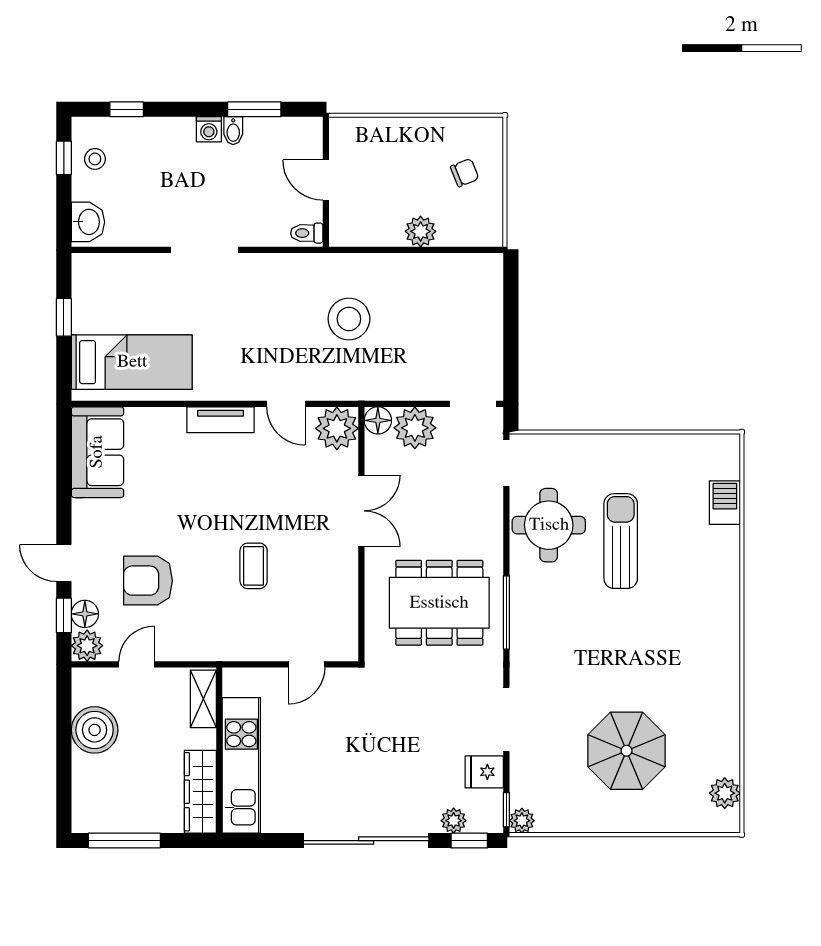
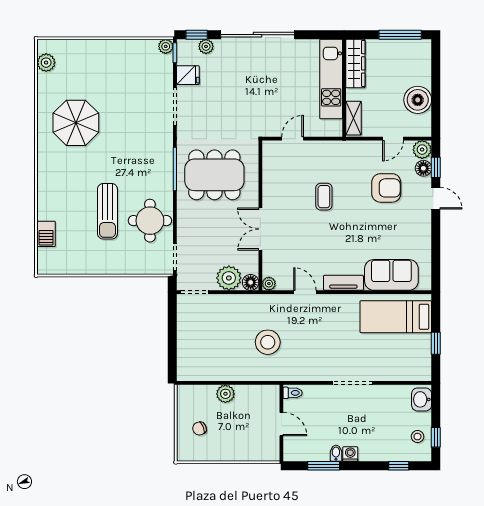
plant: (337, 428) -> (269, 284), width x0.53, depth x0.53
sofa: (97, 452) -> (391, 275), moved, turned 90
parasol: (627, 751) -> (76, 123), moved

